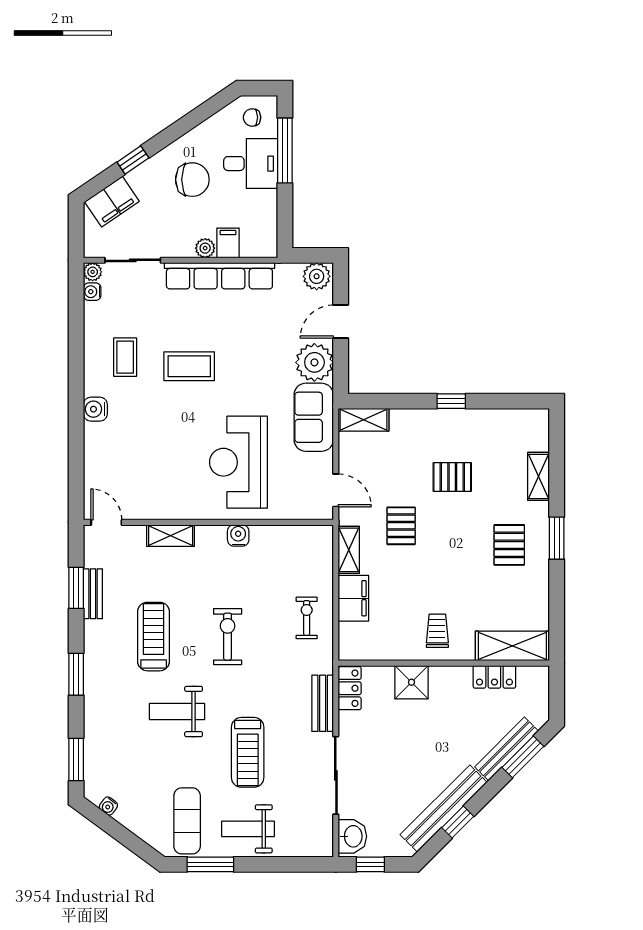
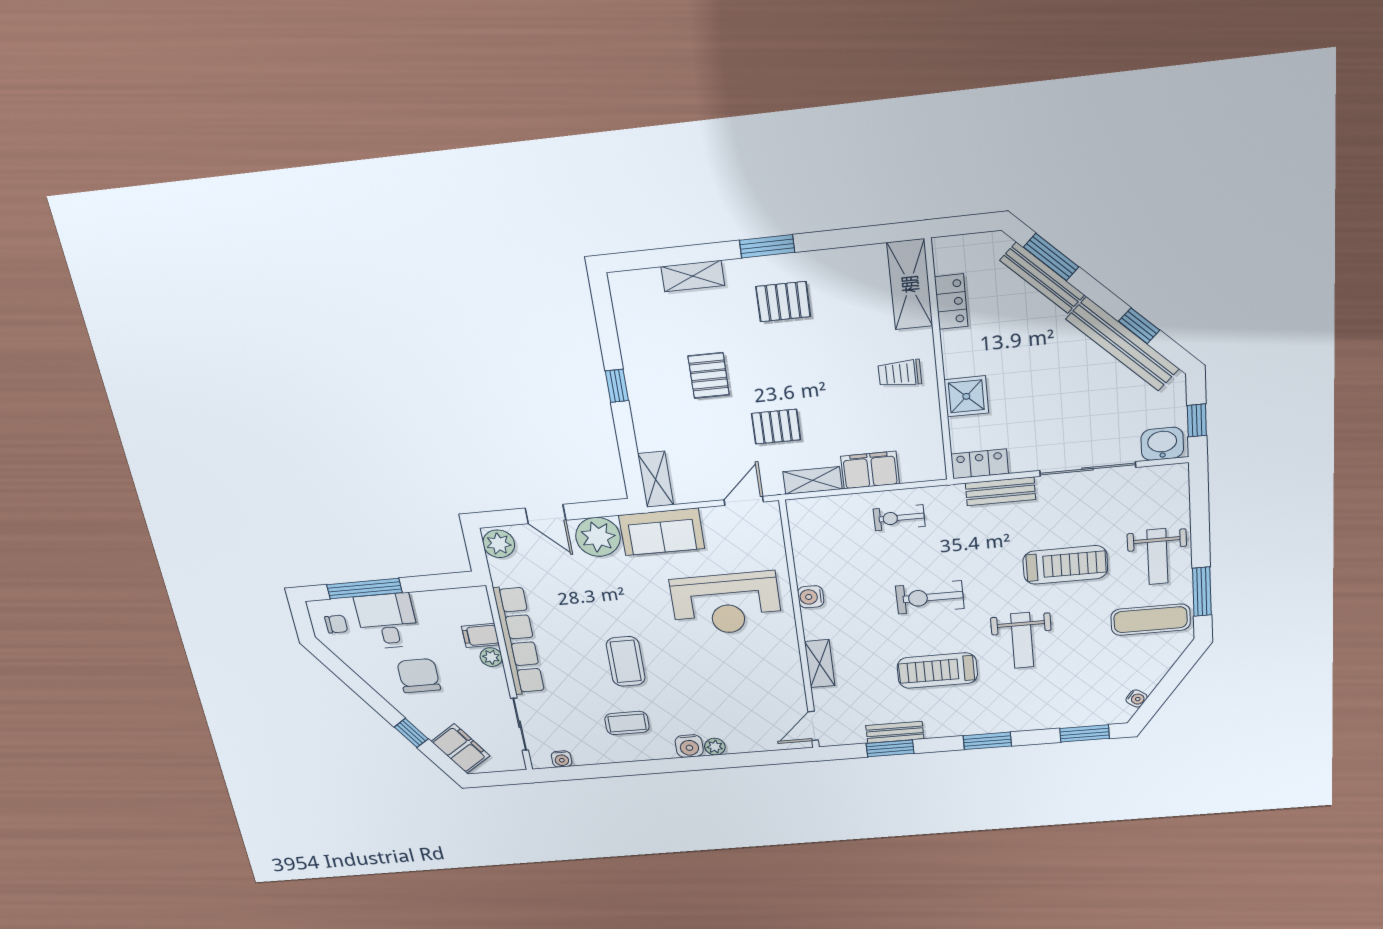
chair: (252, 117) -> (336, 624), turned -90
plant: (93, 272) -> (715, 747), moved

